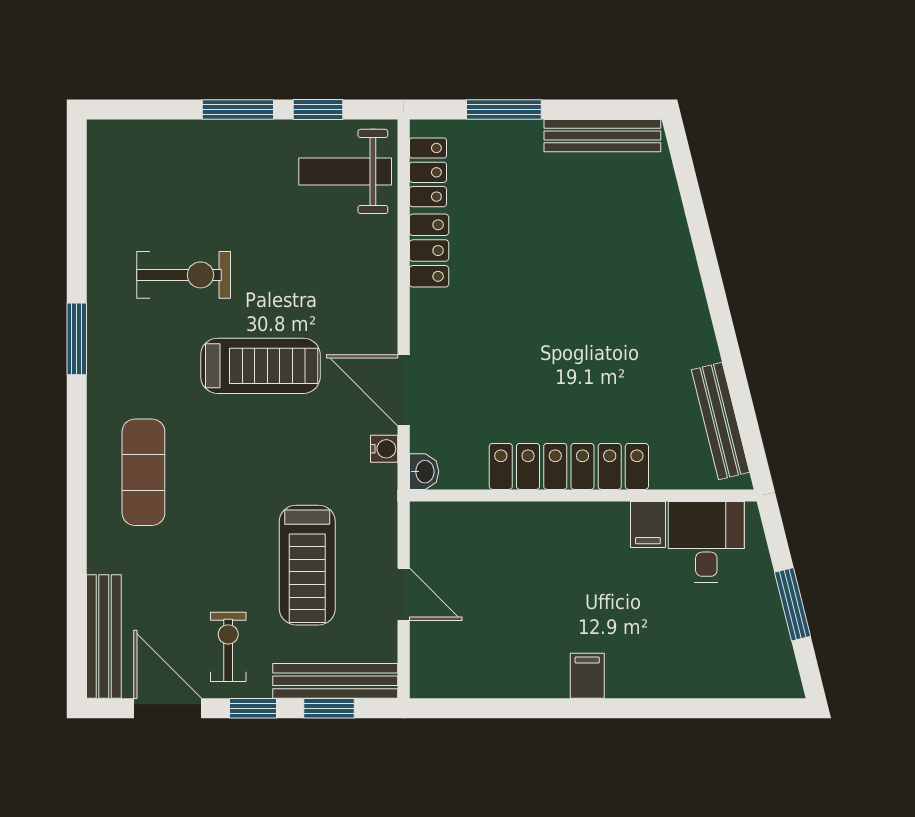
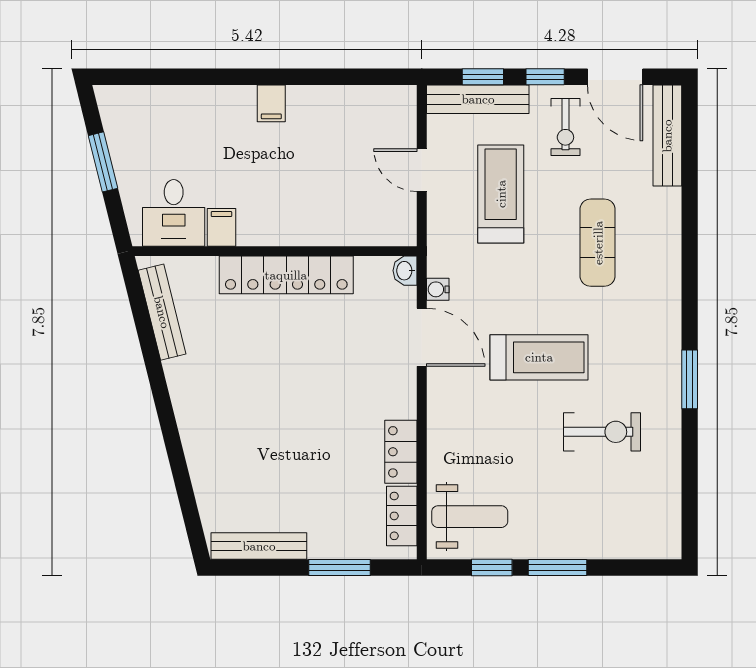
exercise bike: (184, 275) -> (602, 432), turned 180
treadmill: (260, 366) -> (539, 357), turned 180
exercise mat: (143, 472) -> (598, 243), moved

